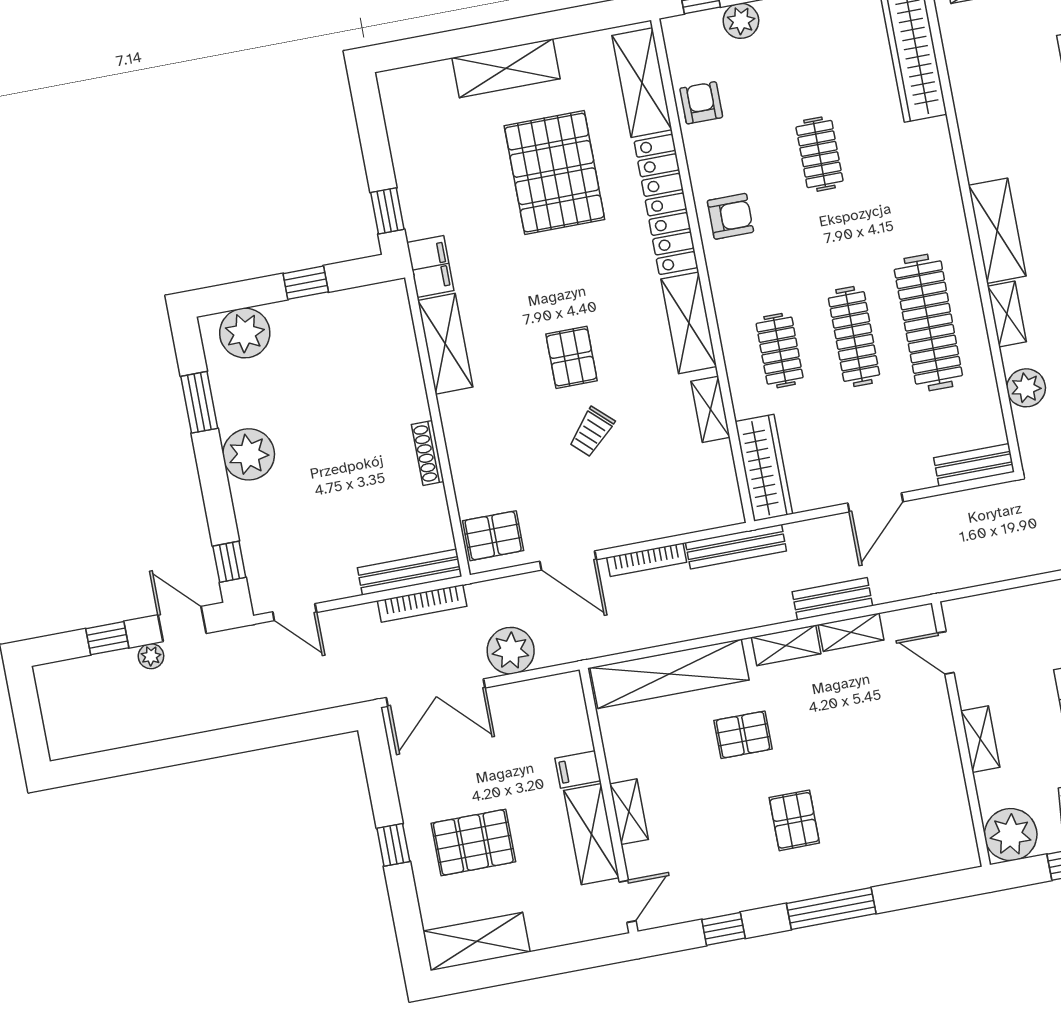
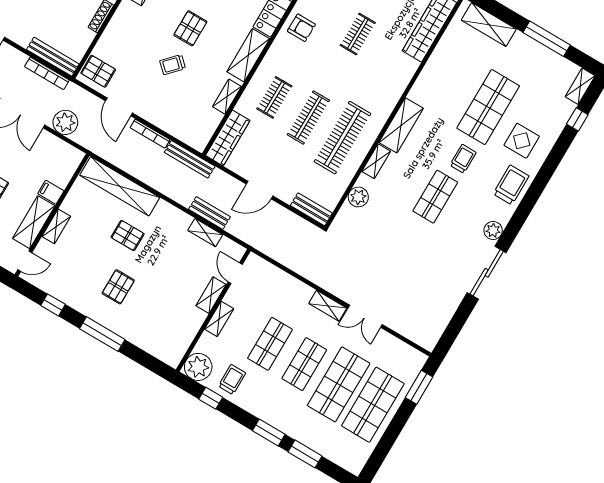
shelving: (786, 645) -> (211, 295), moved, turned 90

